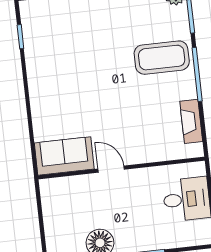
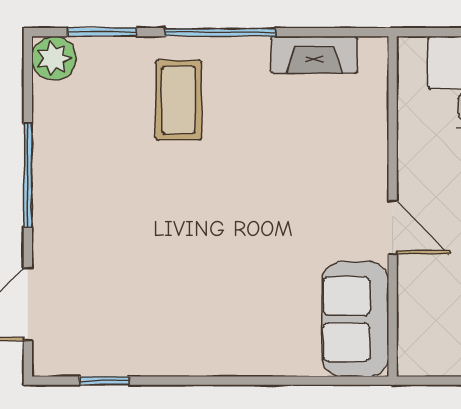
coffee table: (162, 58) -> (179, 100), width x0.73, depth x0.76
door: (111, 169) -> (393, 228), swing flipped

